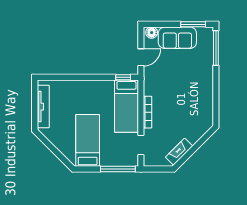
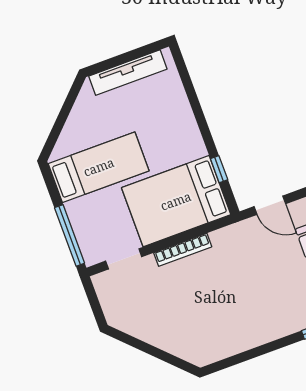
window: (123, 77) -> (219, 169), moved
bed: (126, 106) -> (176, 201), width x1.50
fireplace: (179, 152) -> (136, 327), removed

